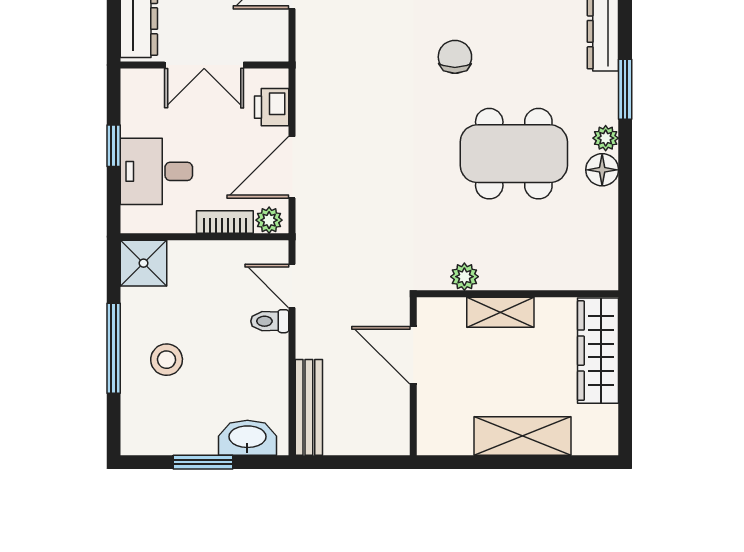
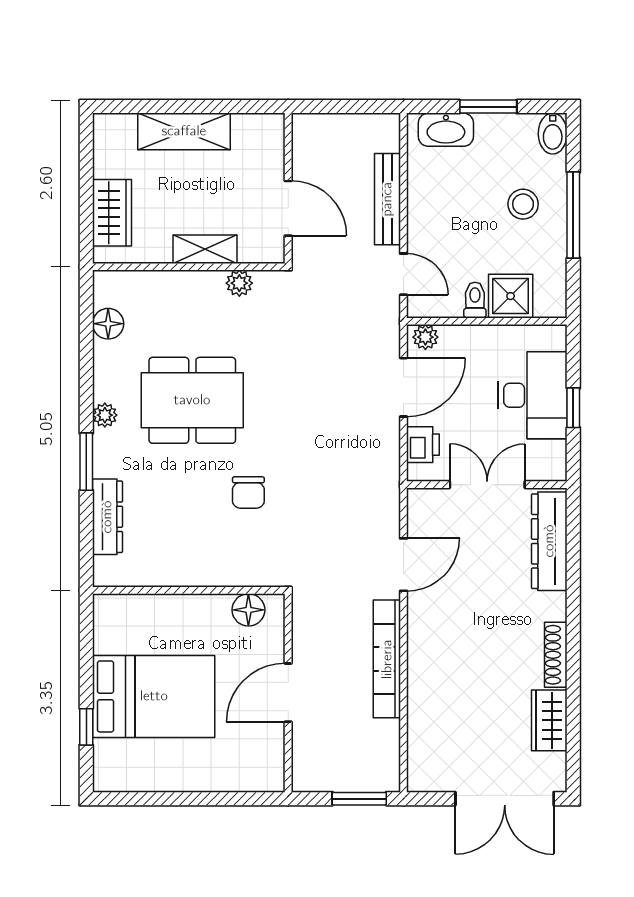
floor lamp: (602, 170) -> (108, 324), moved
desk: (156, 171) -> (533, 395), width x1.37
bookcase: (225, 222) -> (467, 335), removed
shower: (144, 263) -> (511, 296), moved
toilet: (270, 321) -> (475, 300), moved, turned -90
wardrobe: (598, 351) -> (112, 213), width x0.67
bench: (309, 407) -> (387, 199), moved
bidet: (135, 434) -> (553, 134), added

